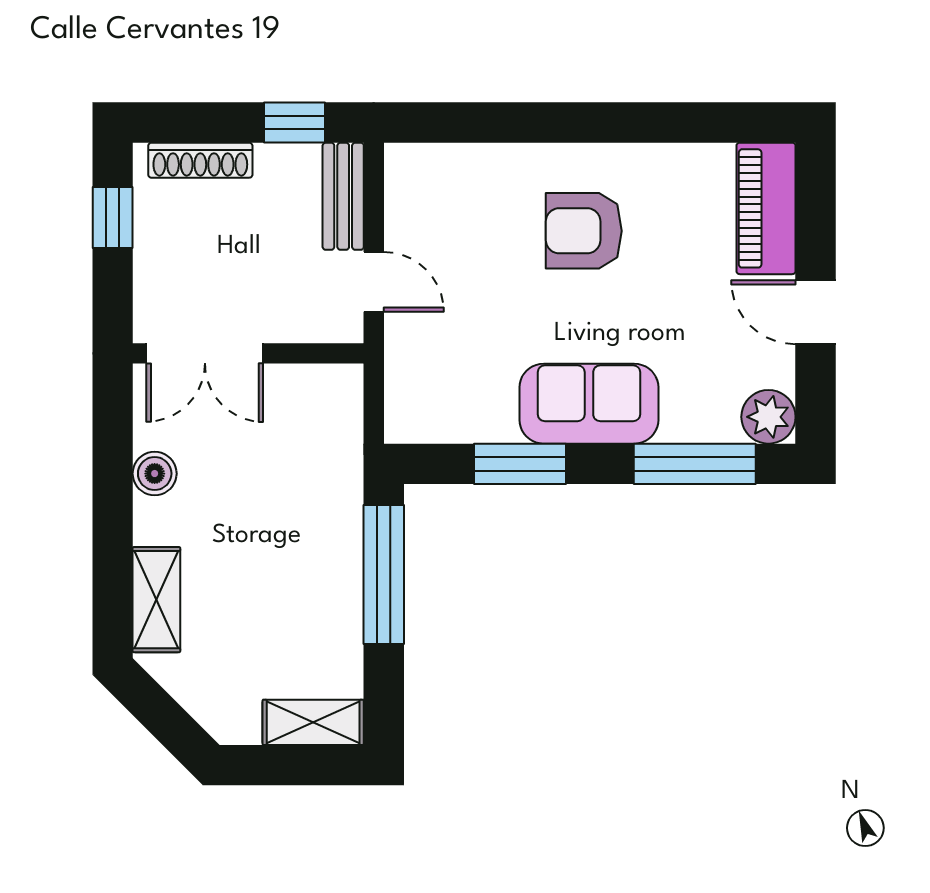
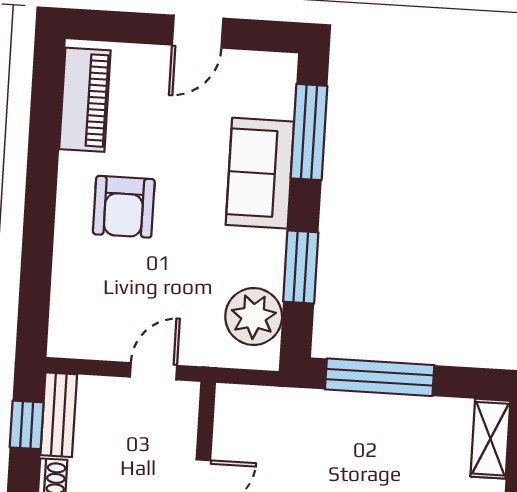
bench: (343, 196) -> (59, 415), moved, turned 90
piano: (766, 208) -> (85, 100), moved, turned -90
sofa: (589, 404) -> (260, 173), moved
plant: (768, 417) -> (254, 317), moved, width x1.36, depth x1.36

